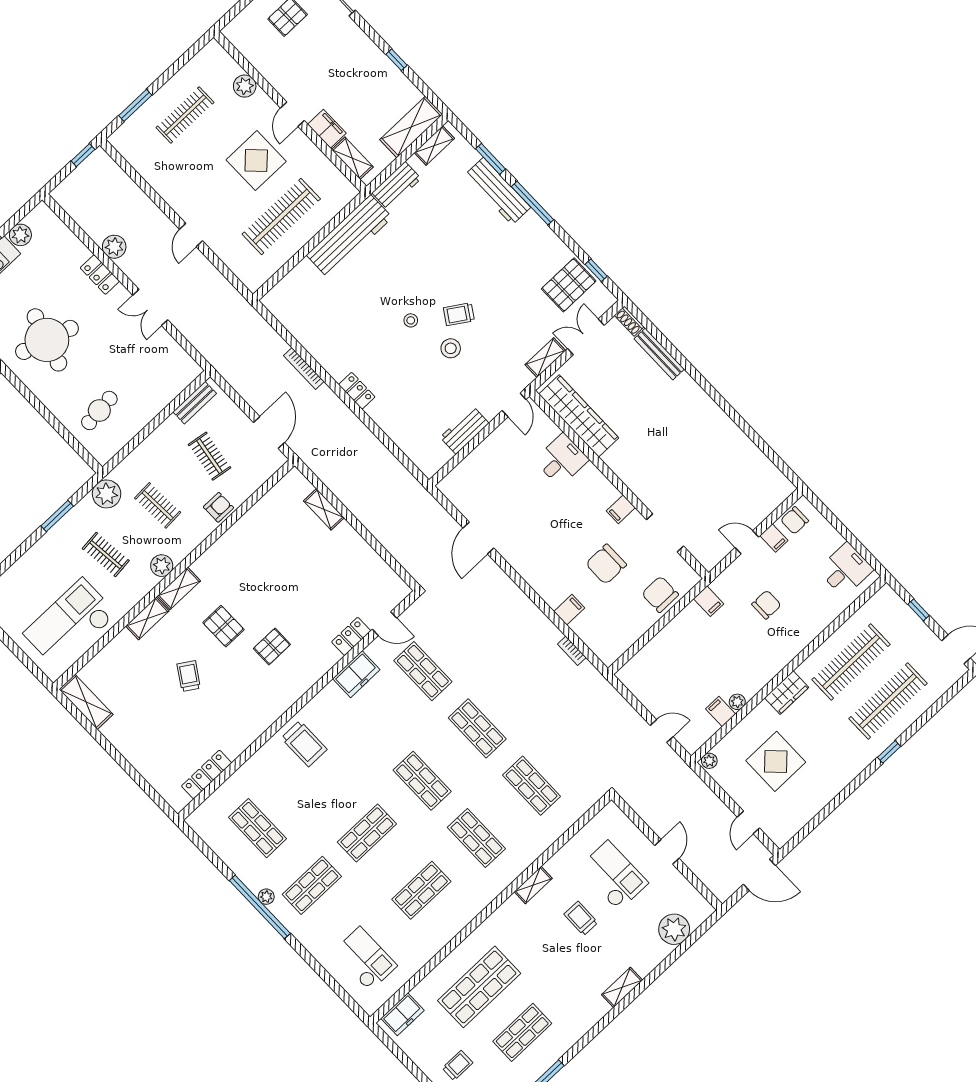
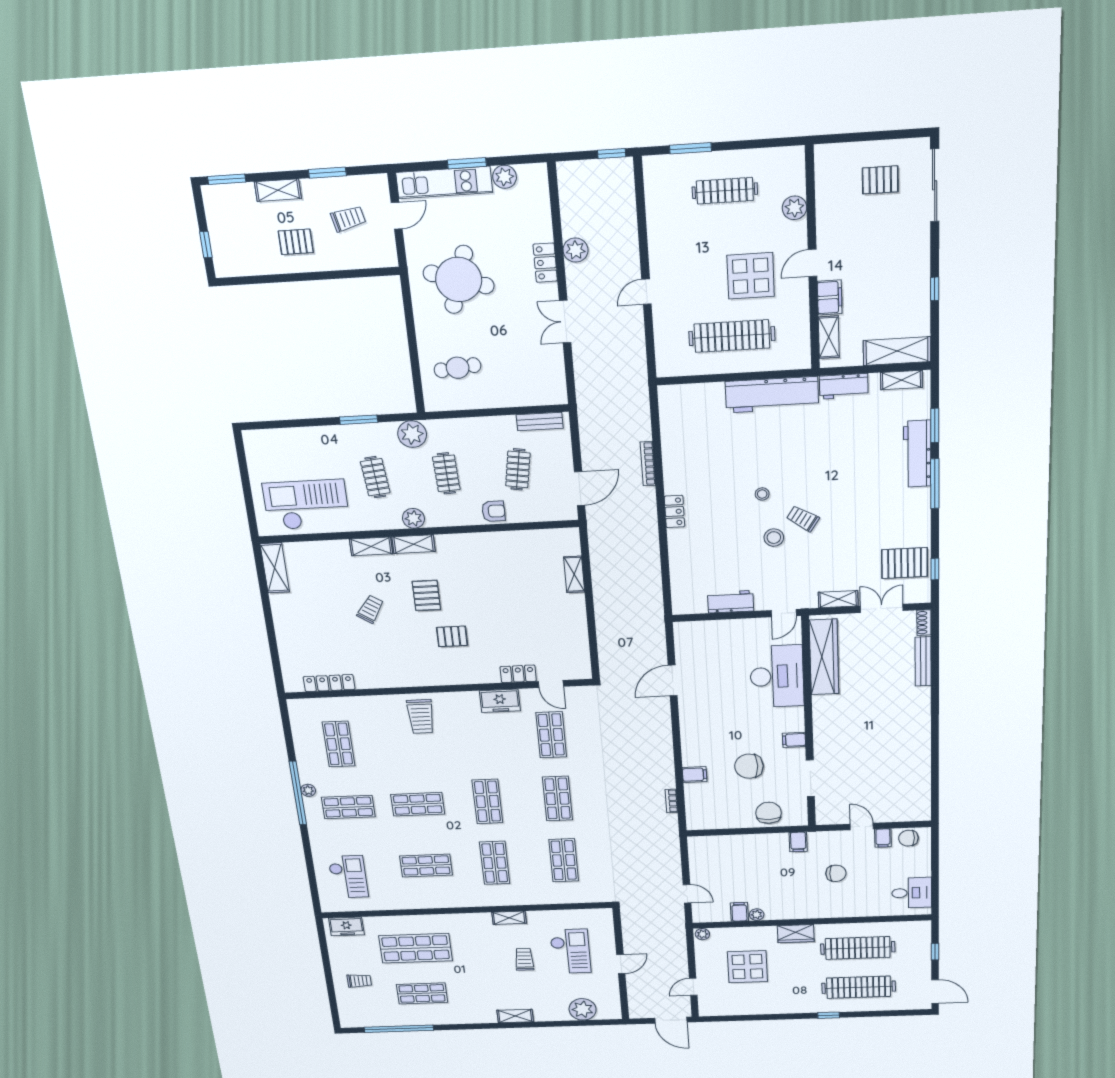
desk: (562, 460) -> (777, 676), width x1.87, depth x1.30

